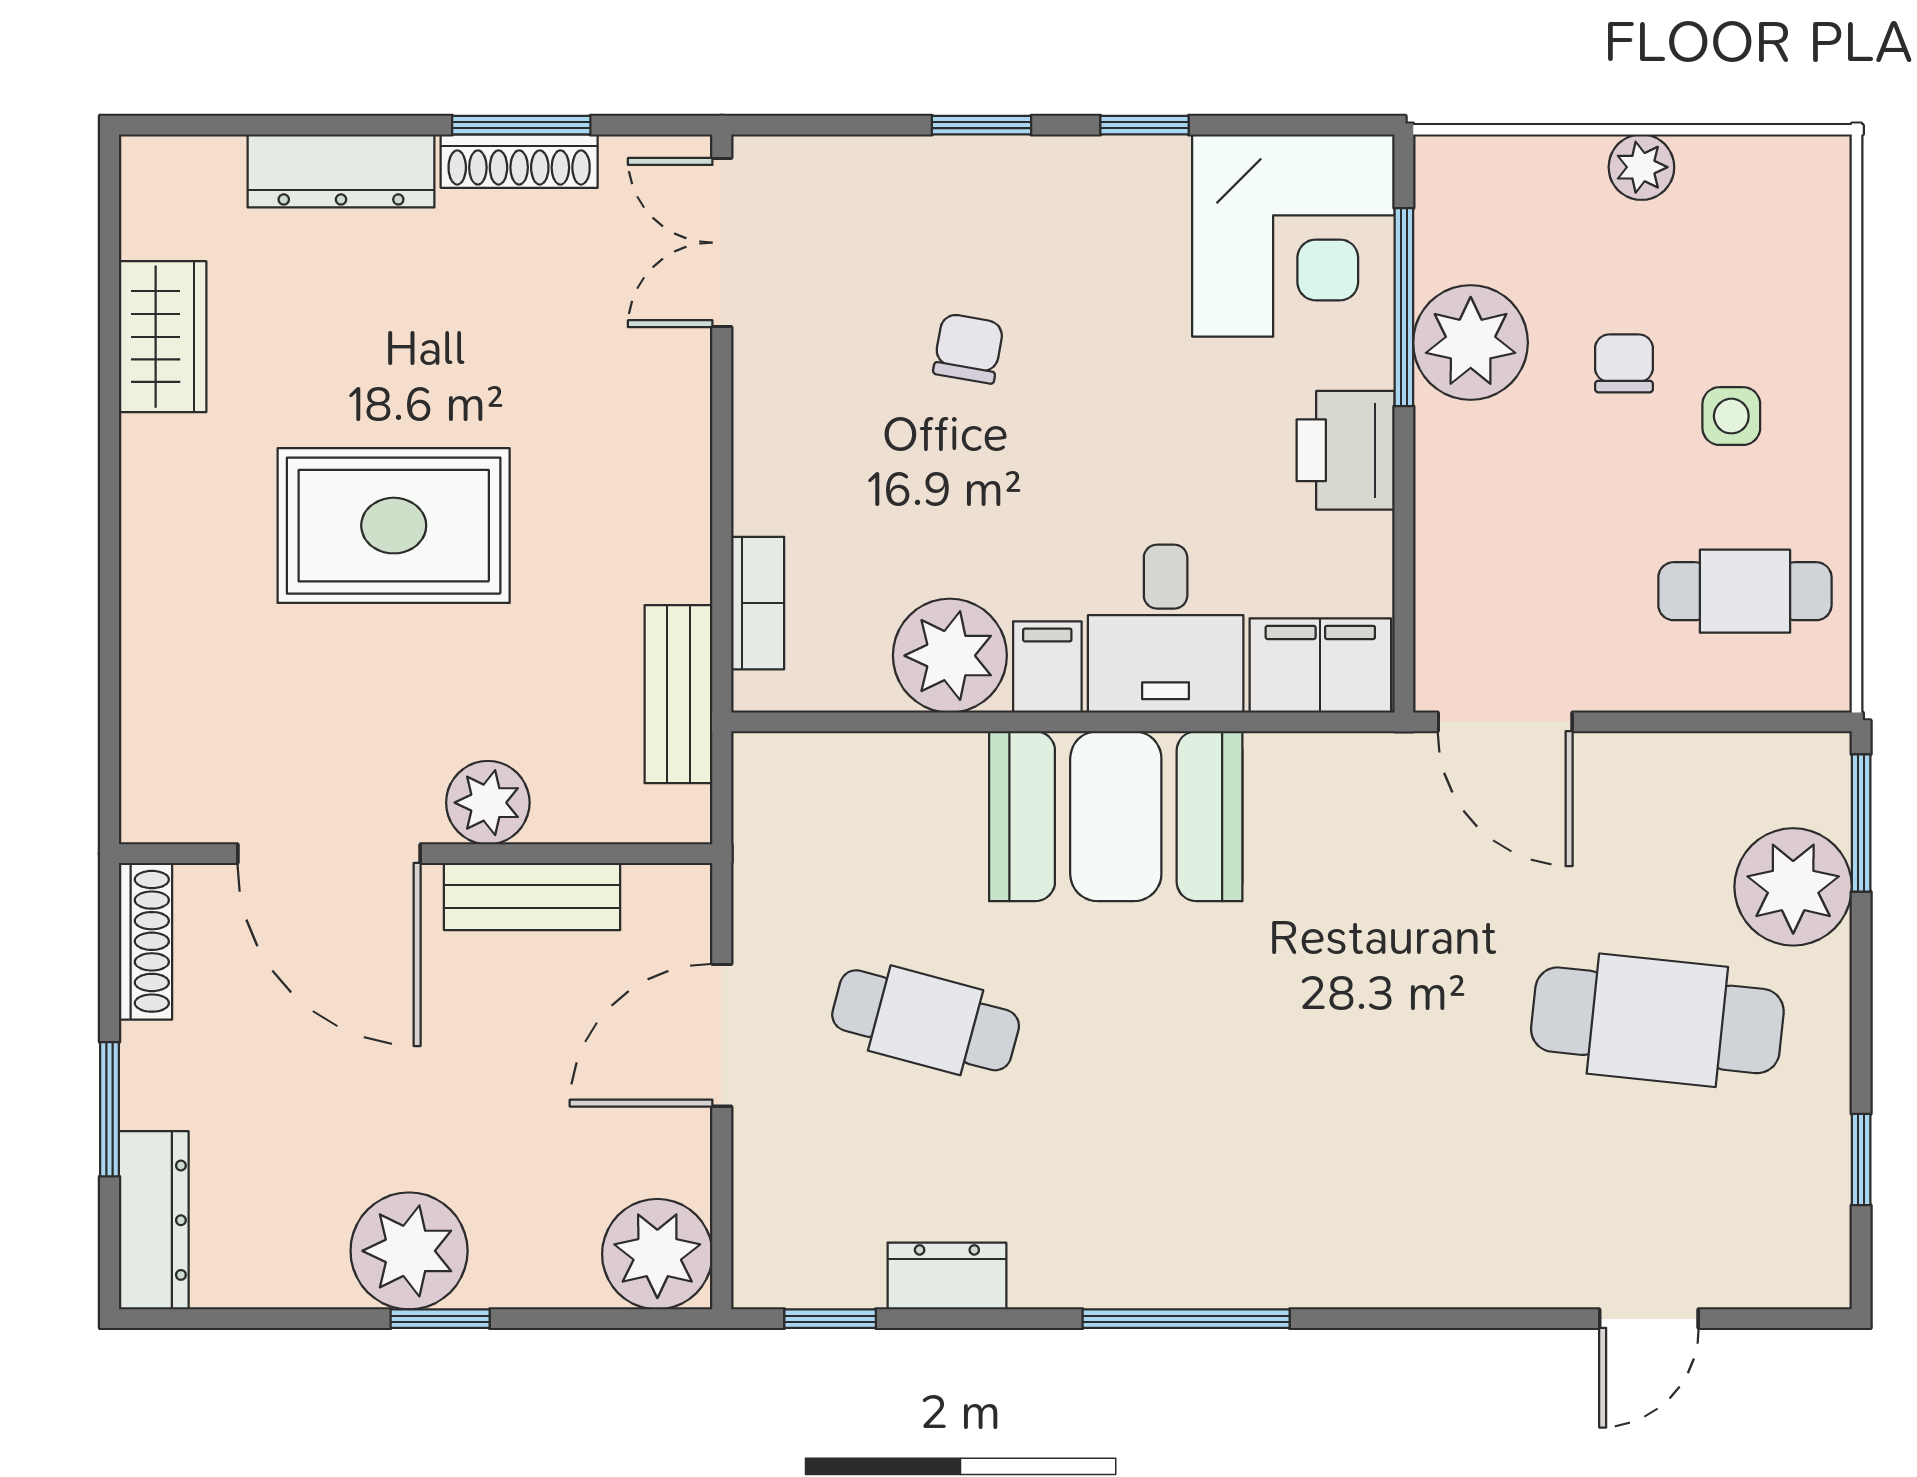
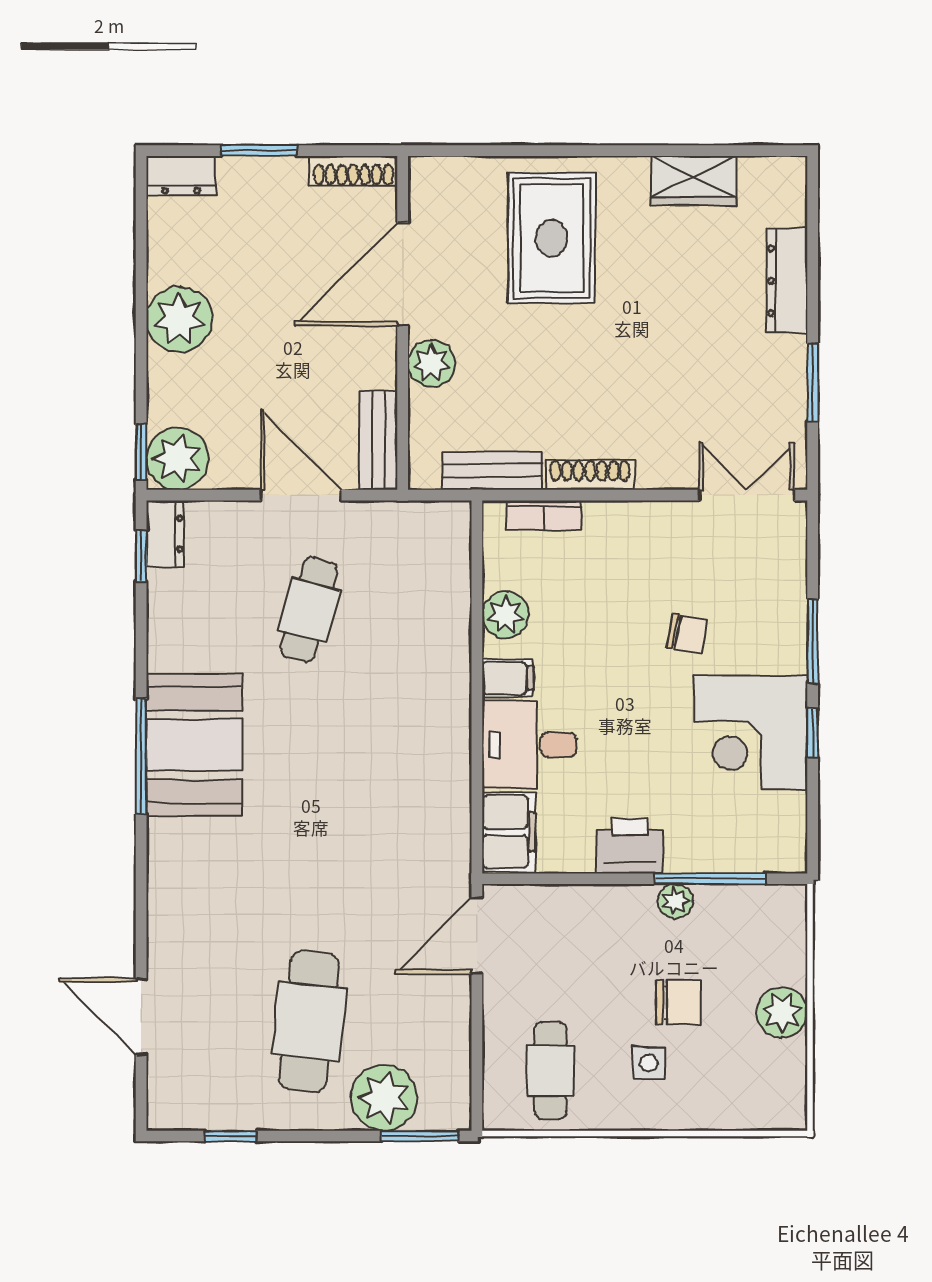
window: (981, 125) -> (813, 641), width x1.50
shoe rack: (519, 161) -> (590, 475), moved, turned 90
plant: (1641, 167) -> (782, 1012), width x1.38, depth x1.38
corner desk: (1293, 236) -> (750, 733), moved
plant: (1471, 343) -> (675, 901), width x0.53, depth x0.53
chair: (1624, 363) -> (679, 1003), width x1.37, depth x1.37
rug: (394, 526) -> (552, 238), moved
plant: (950, 656) -> (506, 615), width x0.73, depth x0.73
booth: (1116, 816) -> (194, 745), moved
bench: (532, 897) -> (379, 440), moved
dresser: (154, 1220) -> (181, 175), width x0.70
dresser: (947, 1276) -> (165, 534), moved
window: (440, 1319) -> (141, 452), moved
door: (1649, 1319) -> (141, 1017), width x1.38

